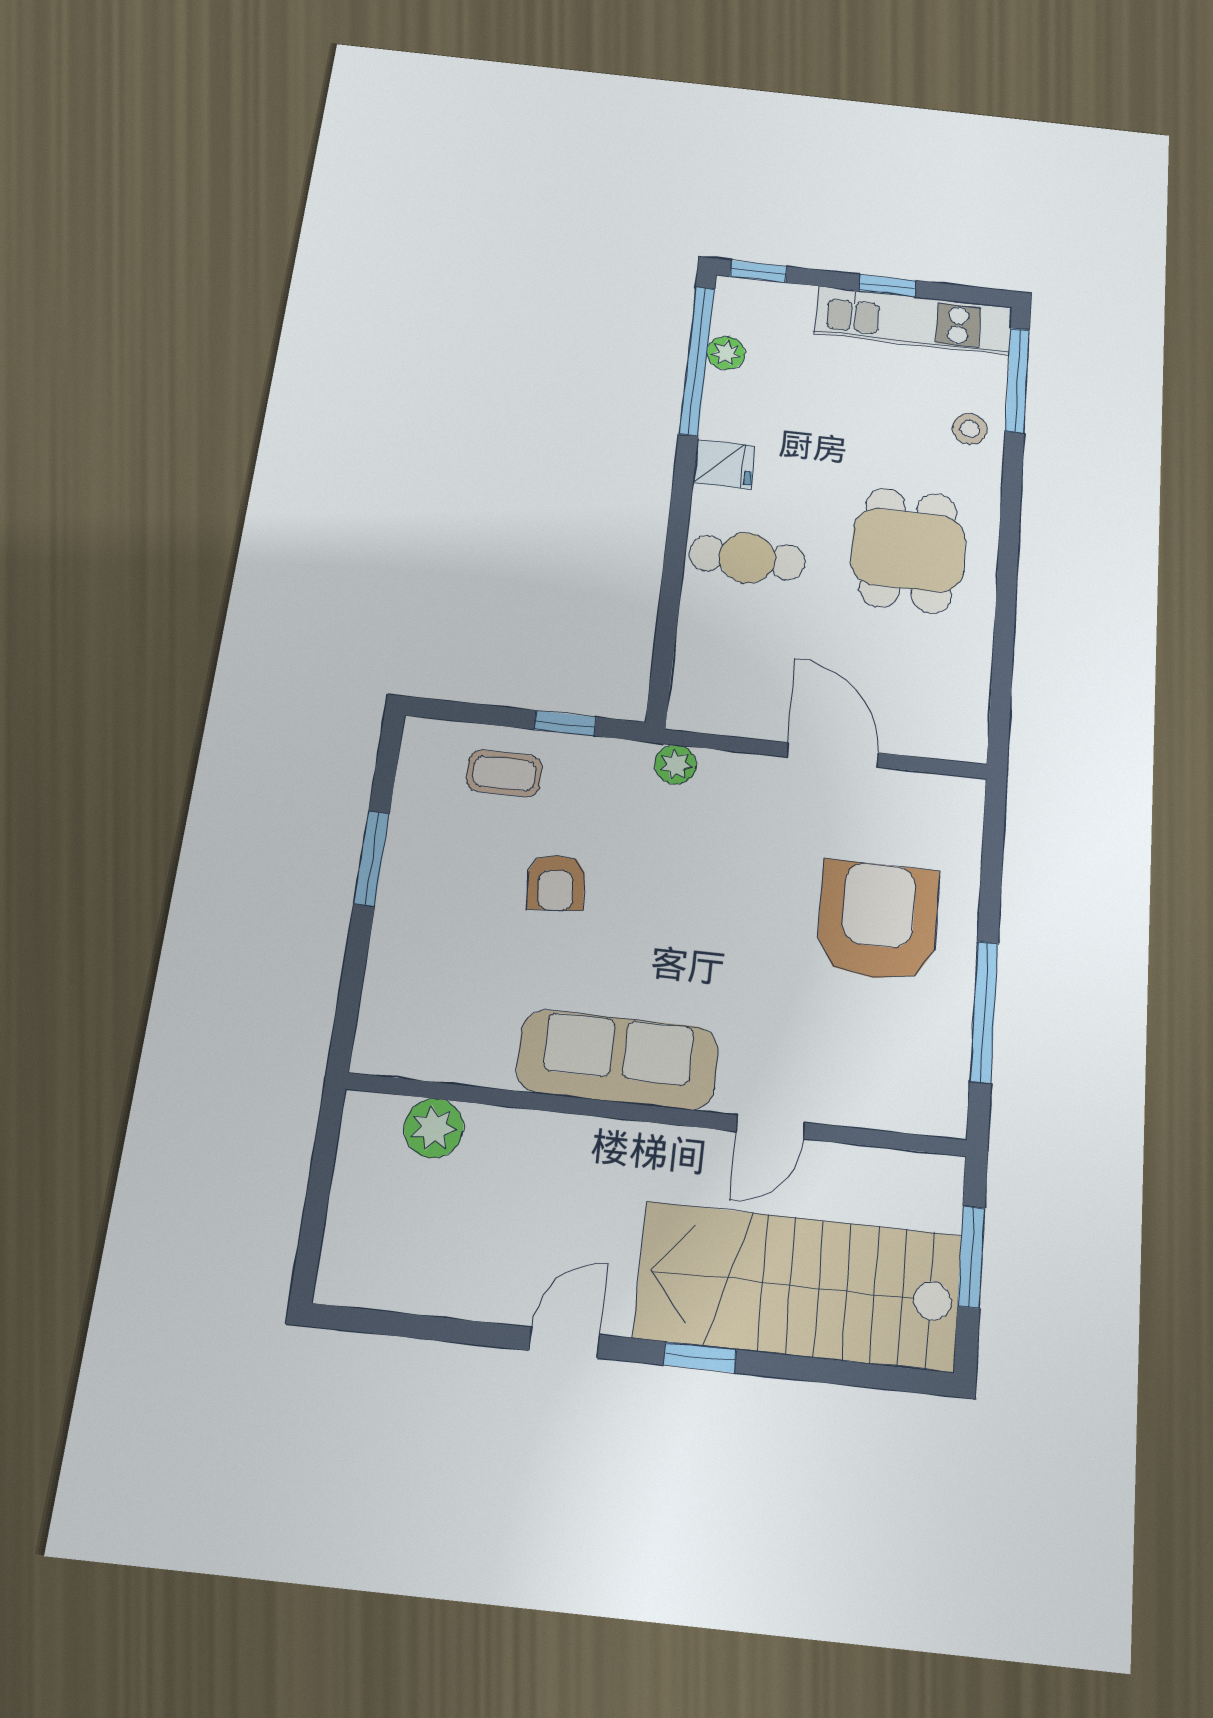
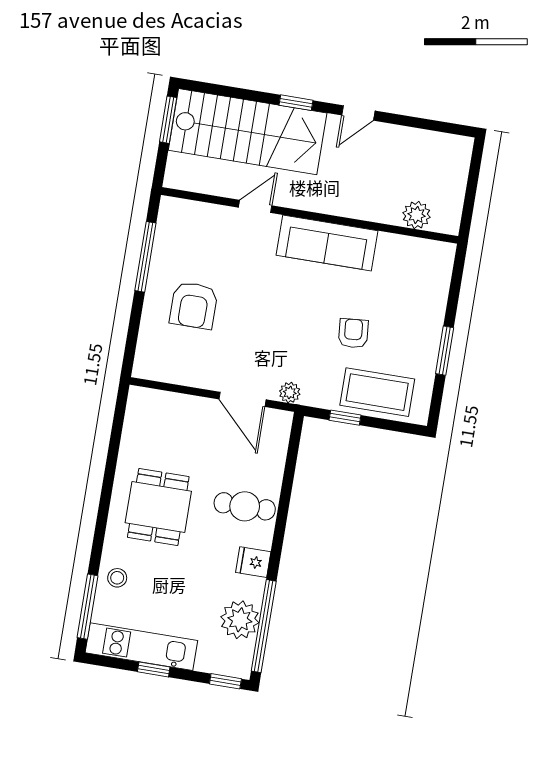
plant: (726, 353) -> (240, 620), width x1.88, depth x1.88
door: (833, 755) -> (243, 399), moved
coffee table: (504, 773) -> (377, 392), width x1.86, depth x1.72
armchair: (878, 921) -> (194, 305), width x0.73, depth x0.73
window: (971, 1257) -> (168, 120), moved

